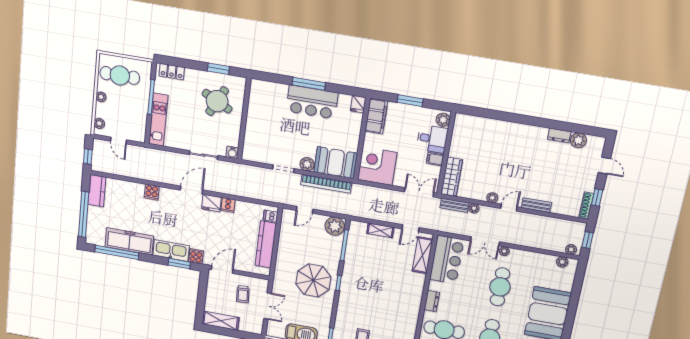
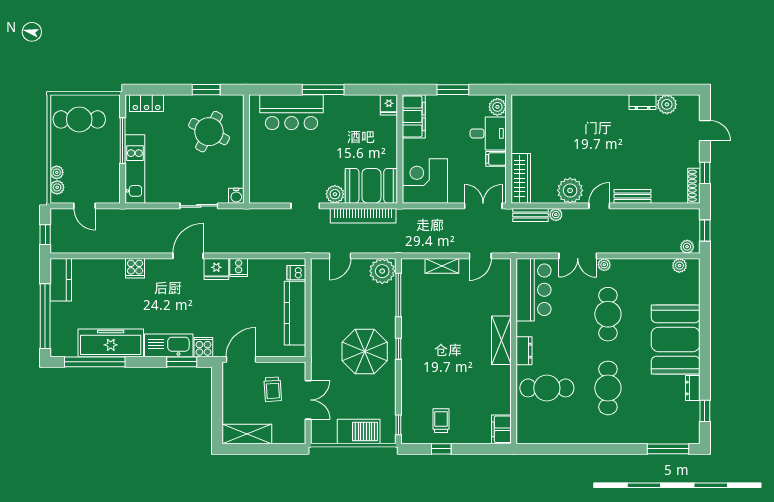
plant: (101, 97) -> (57, 172), moved
bar counter: (312, 102) -> (291, 112), moved
plant: (492, 198) -> (570, 190), width x1.88, depth x1.88
shelving: (422, 255) -> (501, 340), moved

